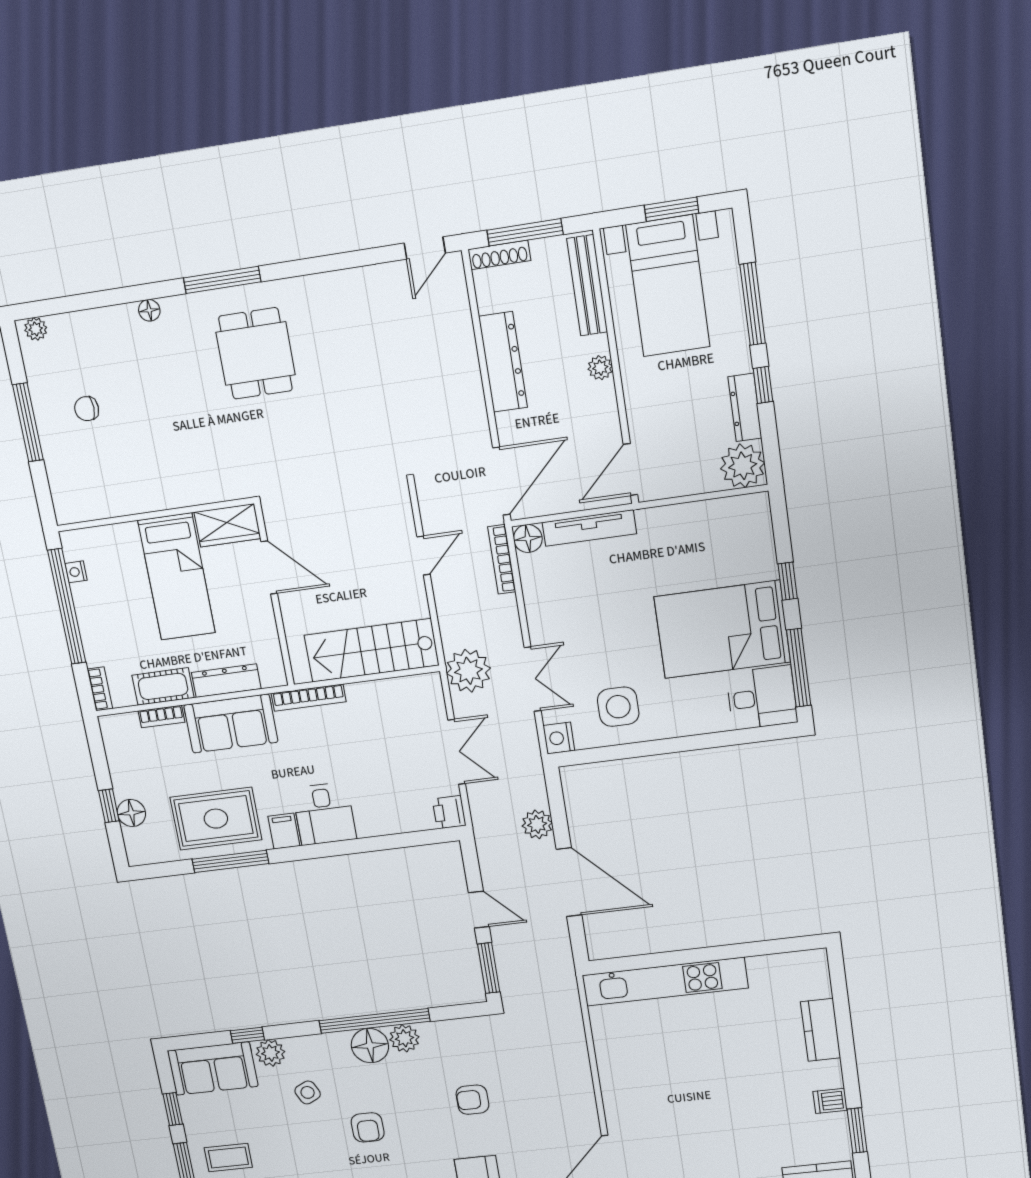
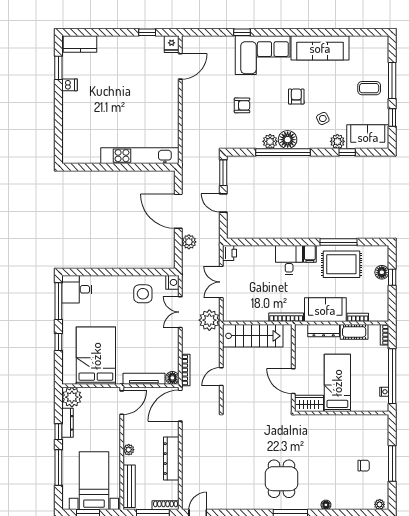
bed: (722, 629) -> (96, 356), moved, turned -90
kitchen counter: (821, 1030) -> (70, 122), removed

